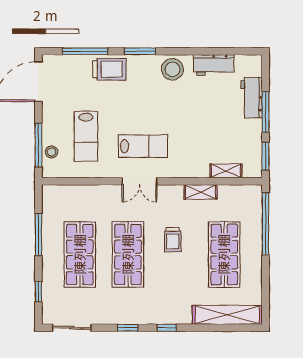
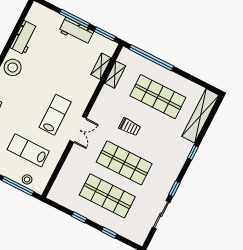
workbench: (252, 98) -> (76, 31), moved
lab bench: (86, 136) -> (28, 150), turned 180
shelving: (201, 192) -> (115, 75), moved
window: (38, 235) -> (79, 217), width x0.46
window: (38, 292) -> (109, 233), moved
sliding door: (72, 328) -> (161, 215), moved
window: (167, 328) -> (193, 152), moved

